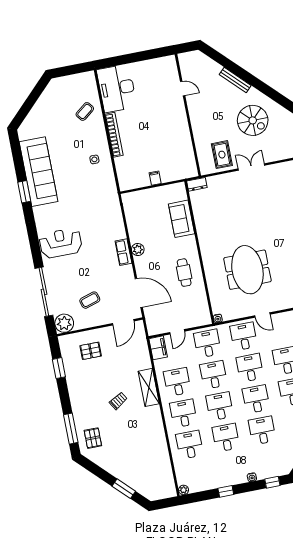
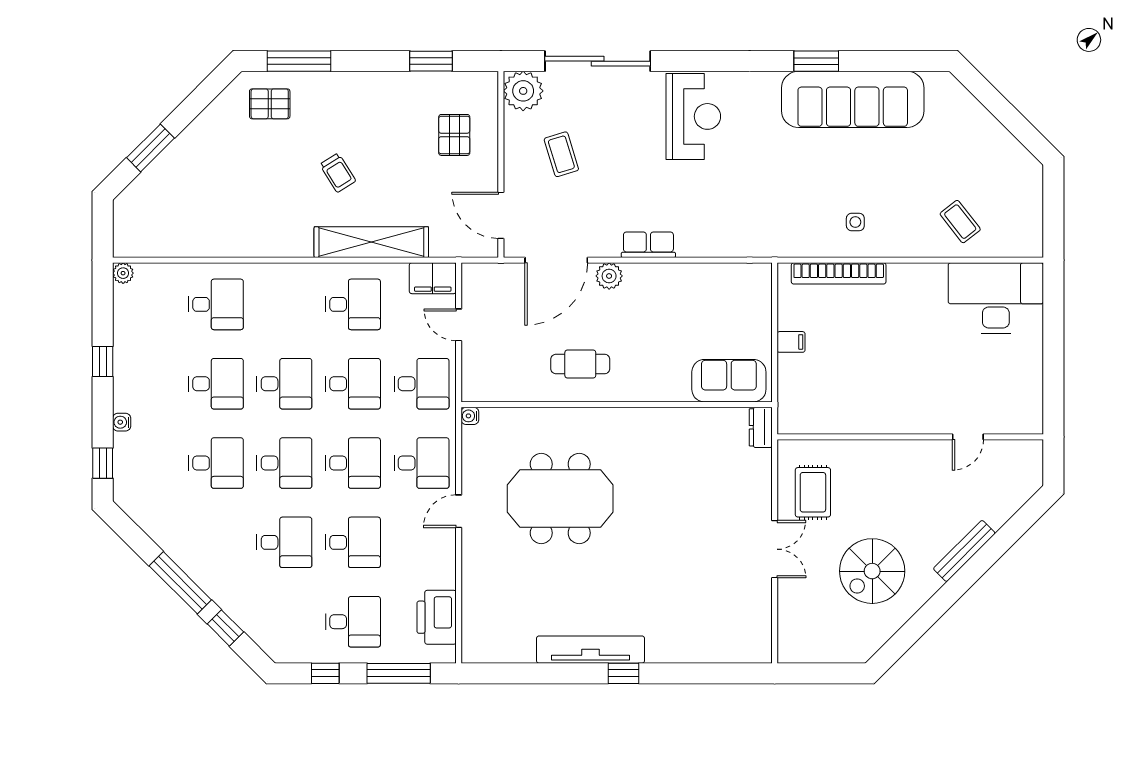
bookcase: (114, 135) -> (839, 273), moved
rug: (222, 155) -> (813, 492), turned 90
sofa: (181, 219) -> (729, 381), moved
plant: (138, 250) -> (609, 276), moved
shelving: (149, 387) -> (371, 242), width x1.47
desk: (183, 413) -> (284, 304), removed

